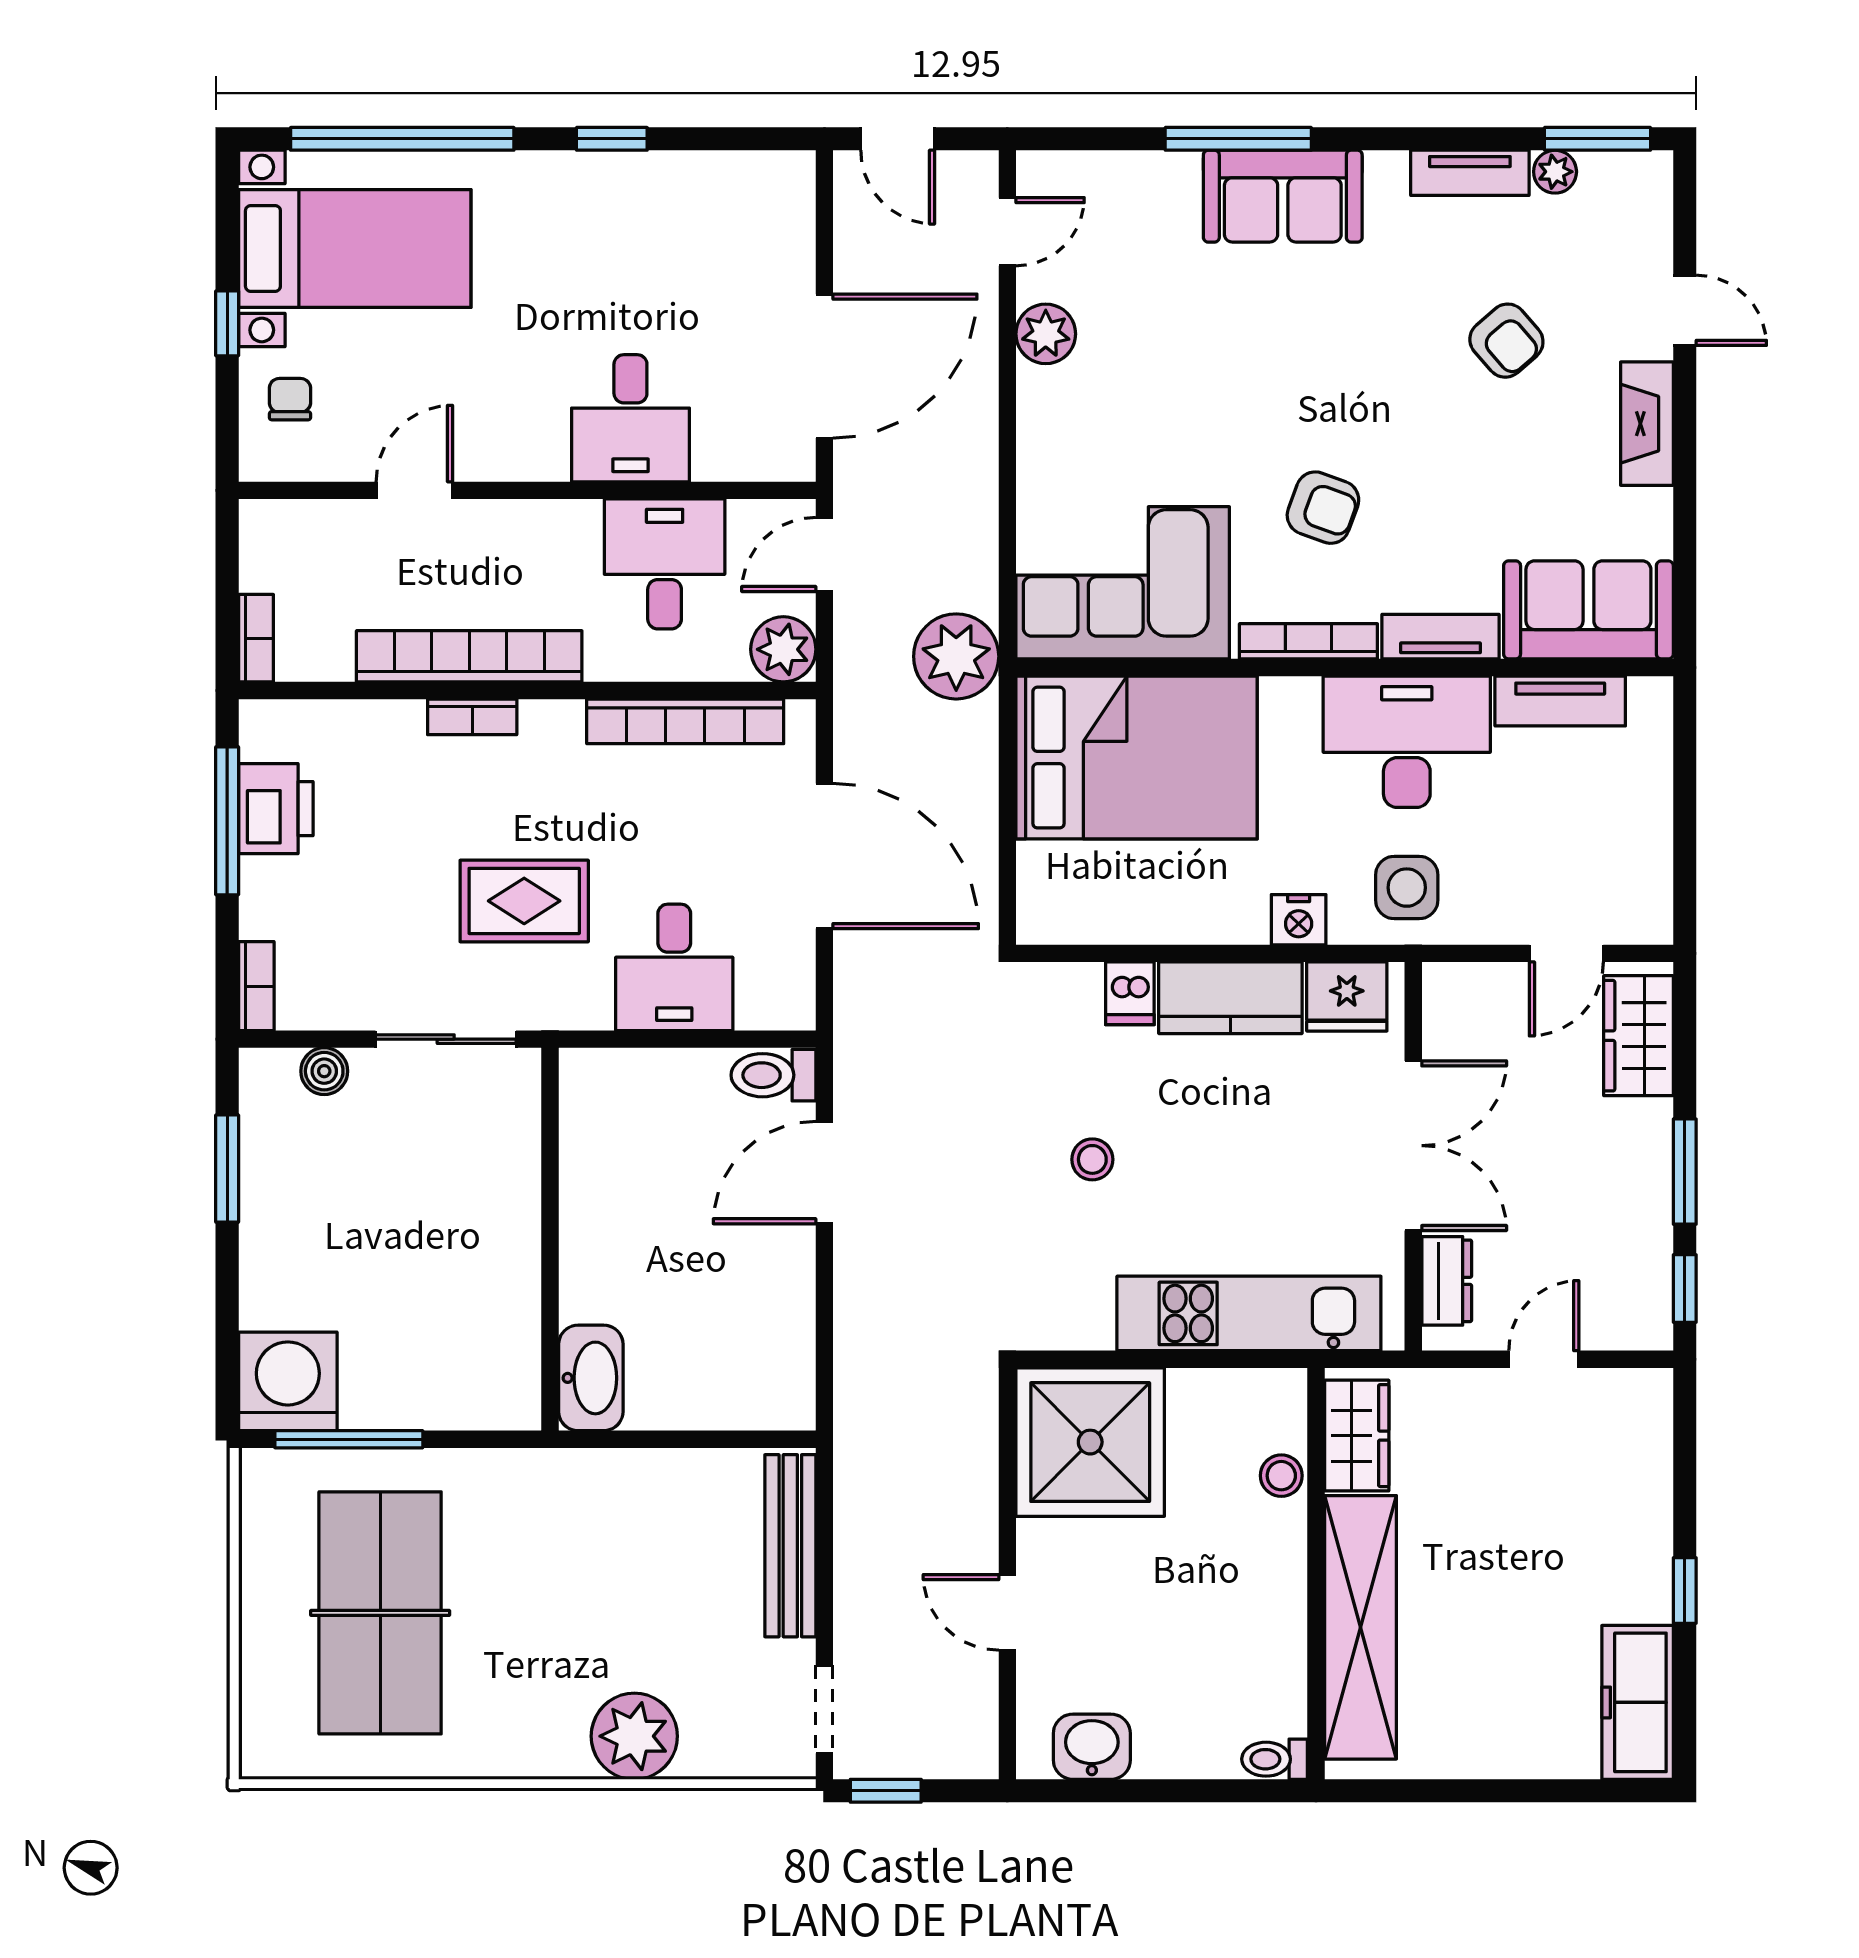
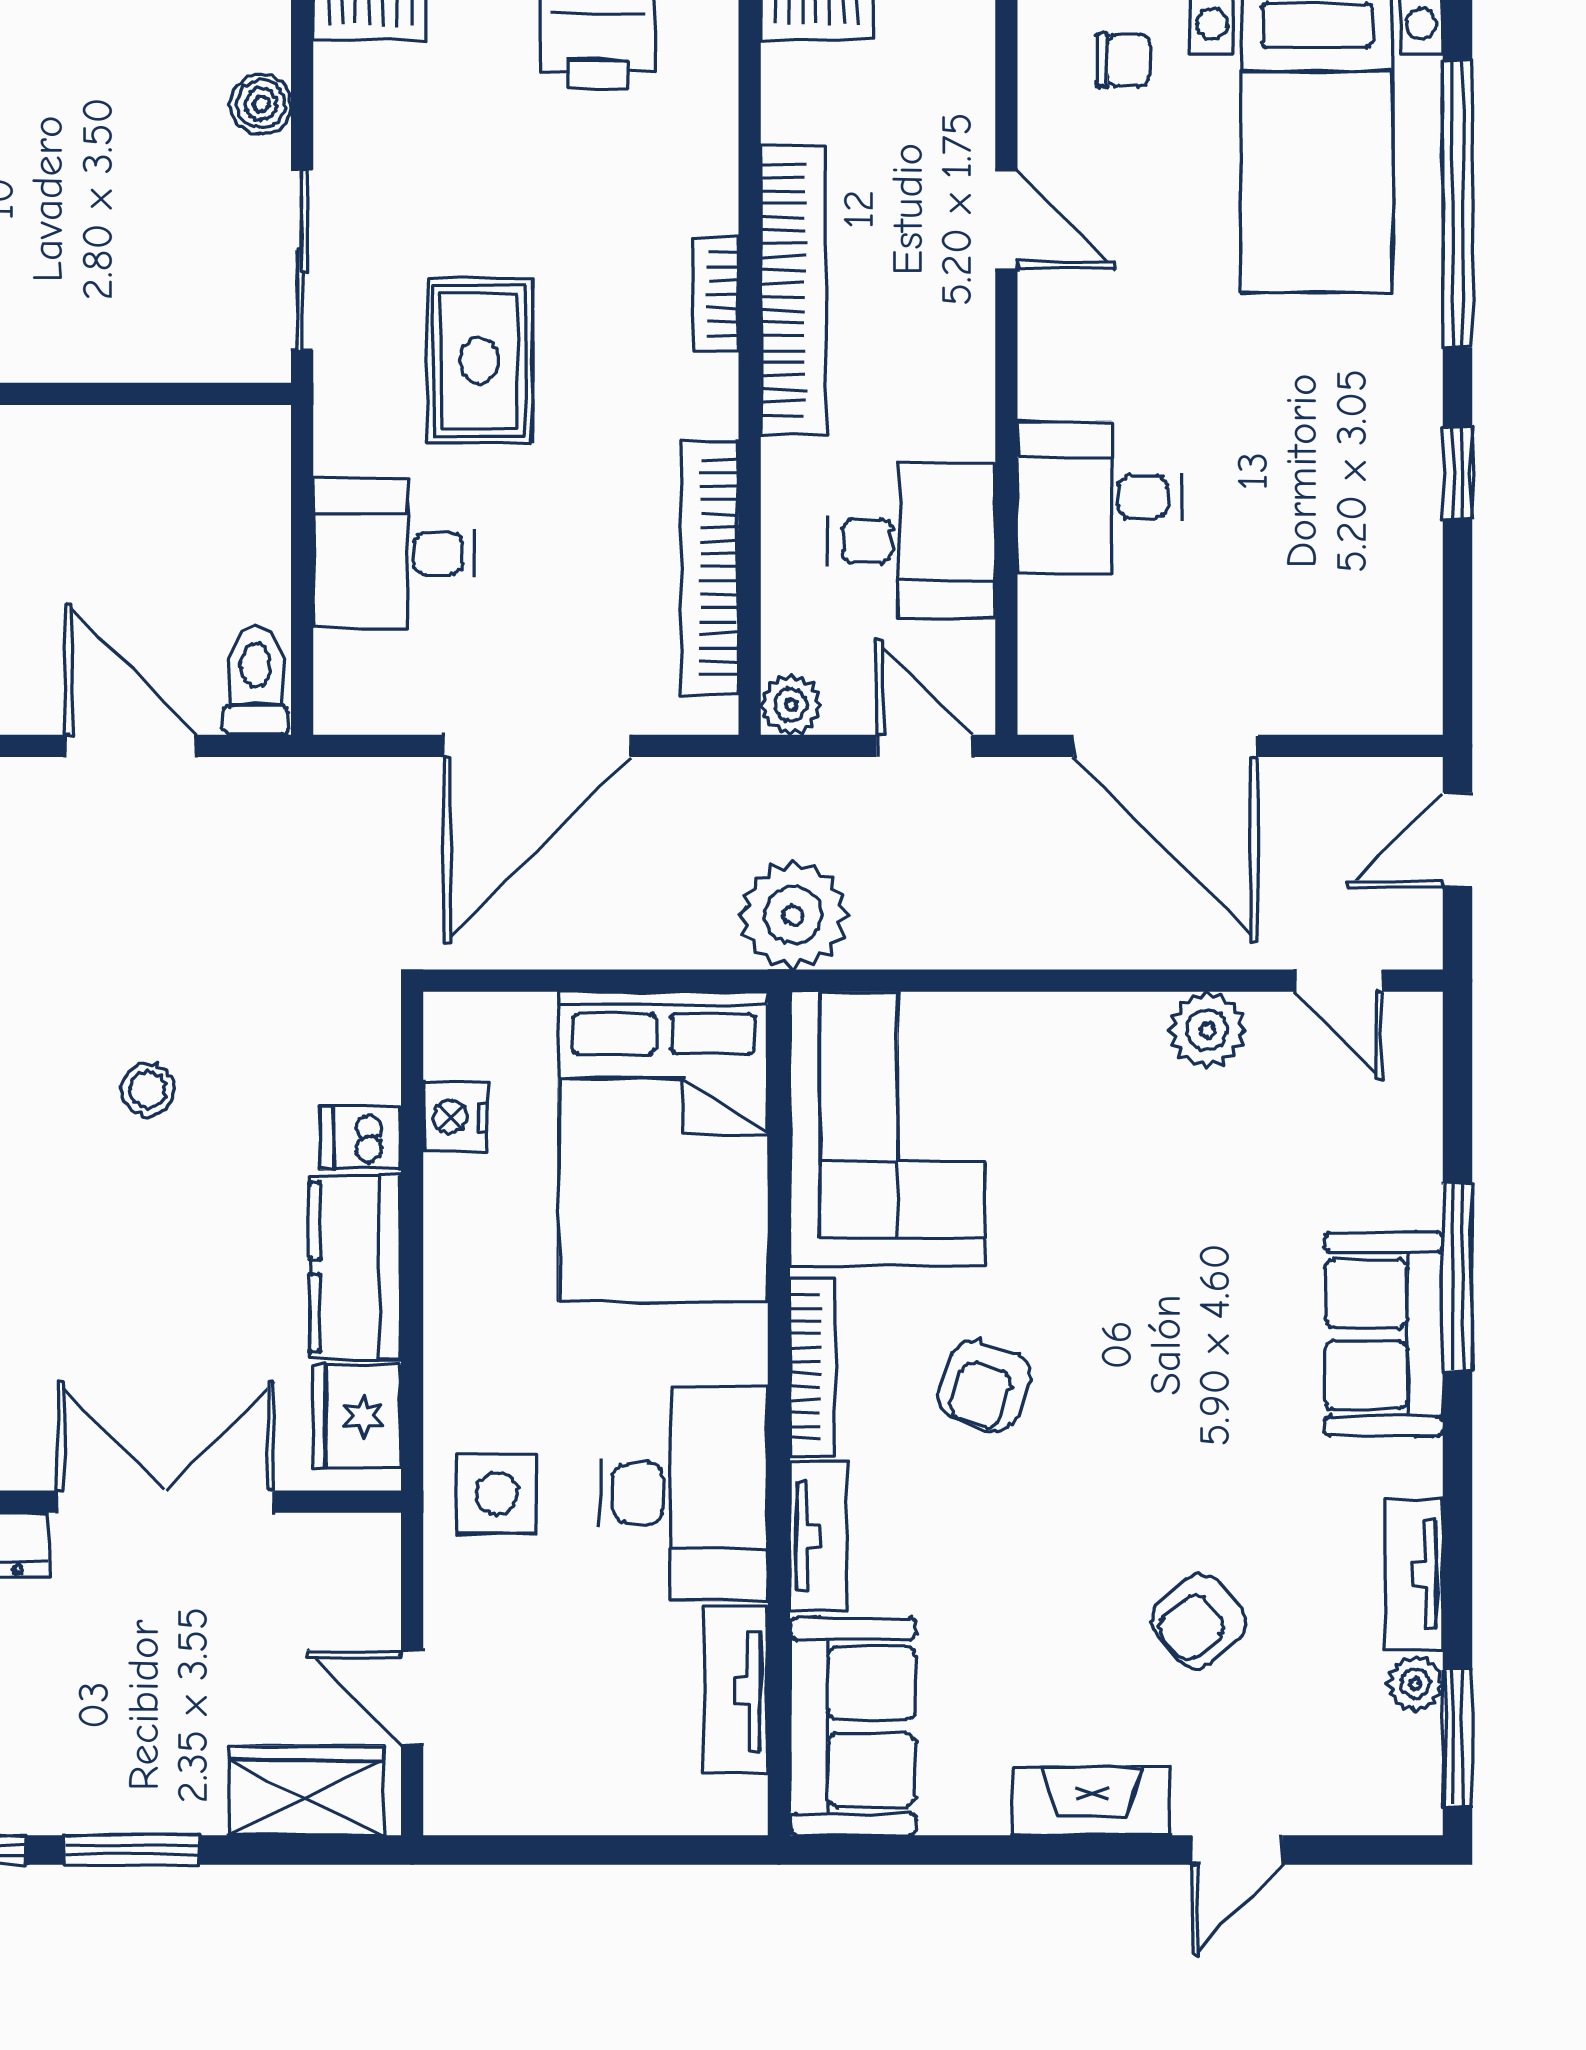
plant: (783, 649) -> (791, 705), width x0.73, depth x0.73
nightstand: (1299, 920) -> (455, 1117), moved
double door: (1413, 1146) -> (165, 1502), swing flipped

